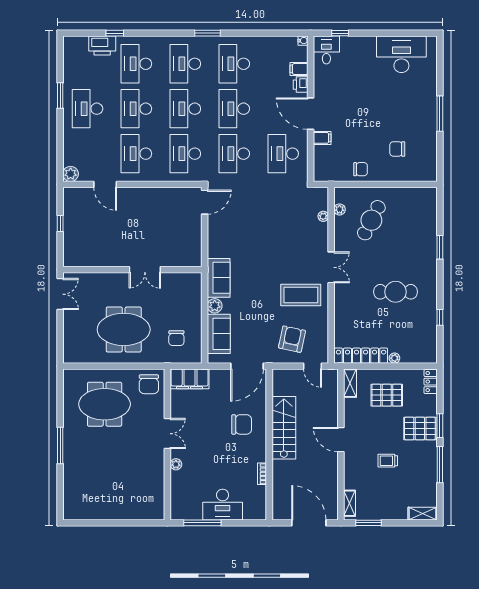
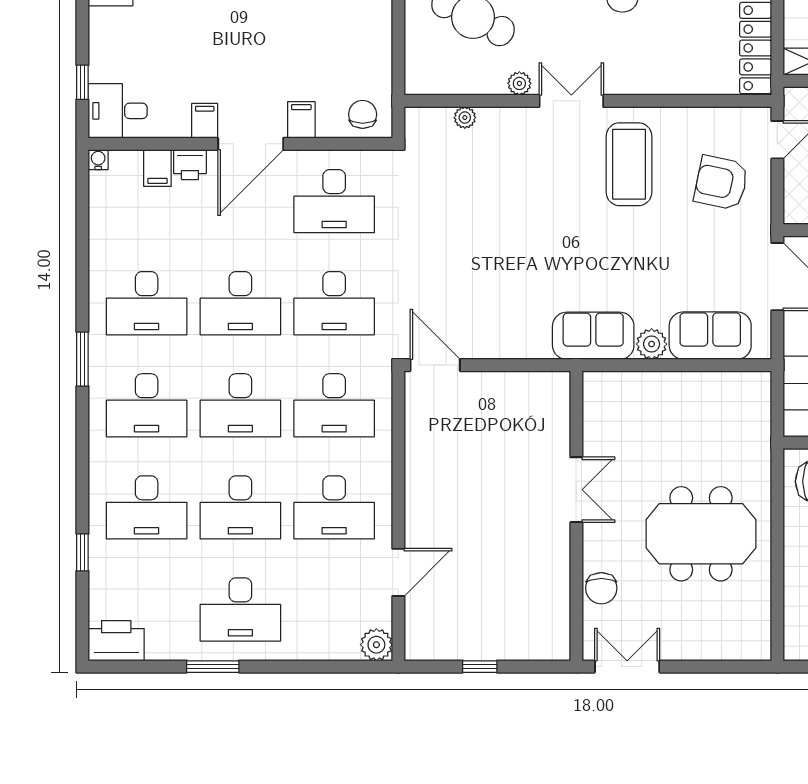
printer: (102, 45) -> (116, 641), moved, turned -90
filing cabinet: (322, 92) -> (205, 121), added
chair: (360, 169) -> (363, 114), moved
plant: (340, 209) -> (519, 83), moved
meeting table: (124, 329) -> (701, 534), turned 90
chair: (176, 338) -> (601, 588), moved, turned 90

